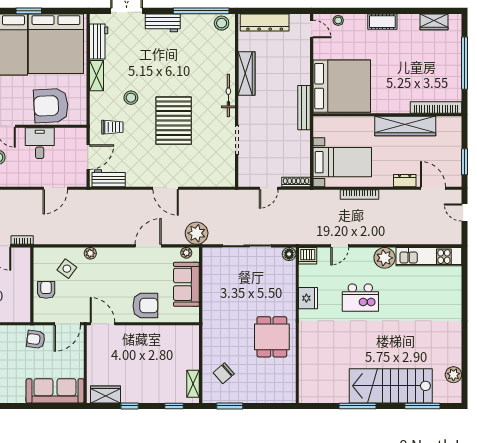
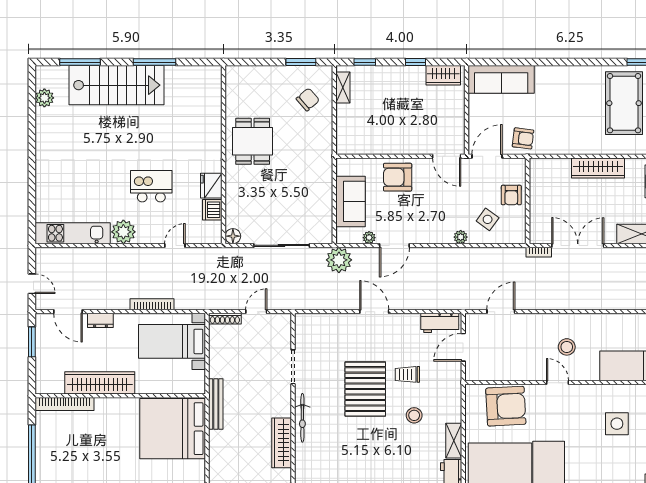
trolley: (112, 127) -> (407, 374), moved
desk: (40, 143) -> (519, 363), removed
plant: (186, 253) -> (369, 238), moved
dishwasher: (308, 256) -> (212, 210), moved, turned -90

